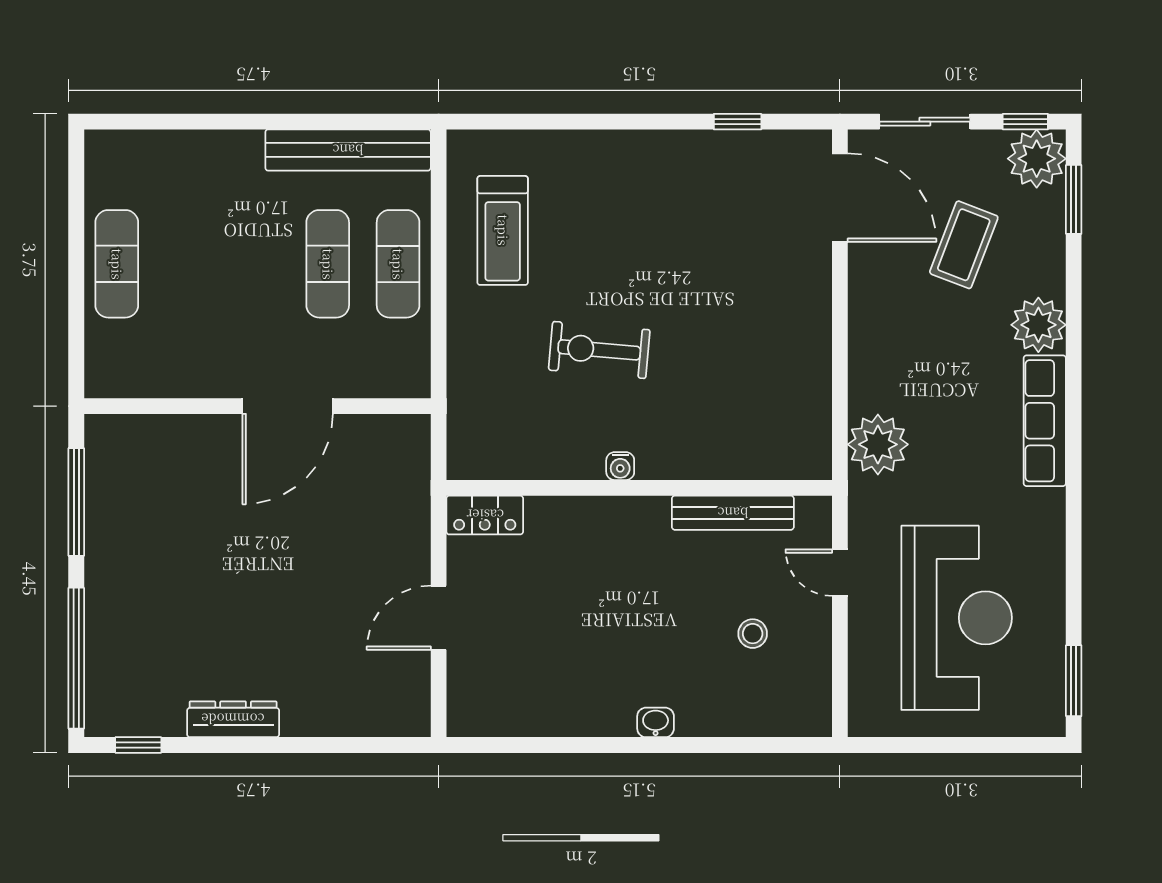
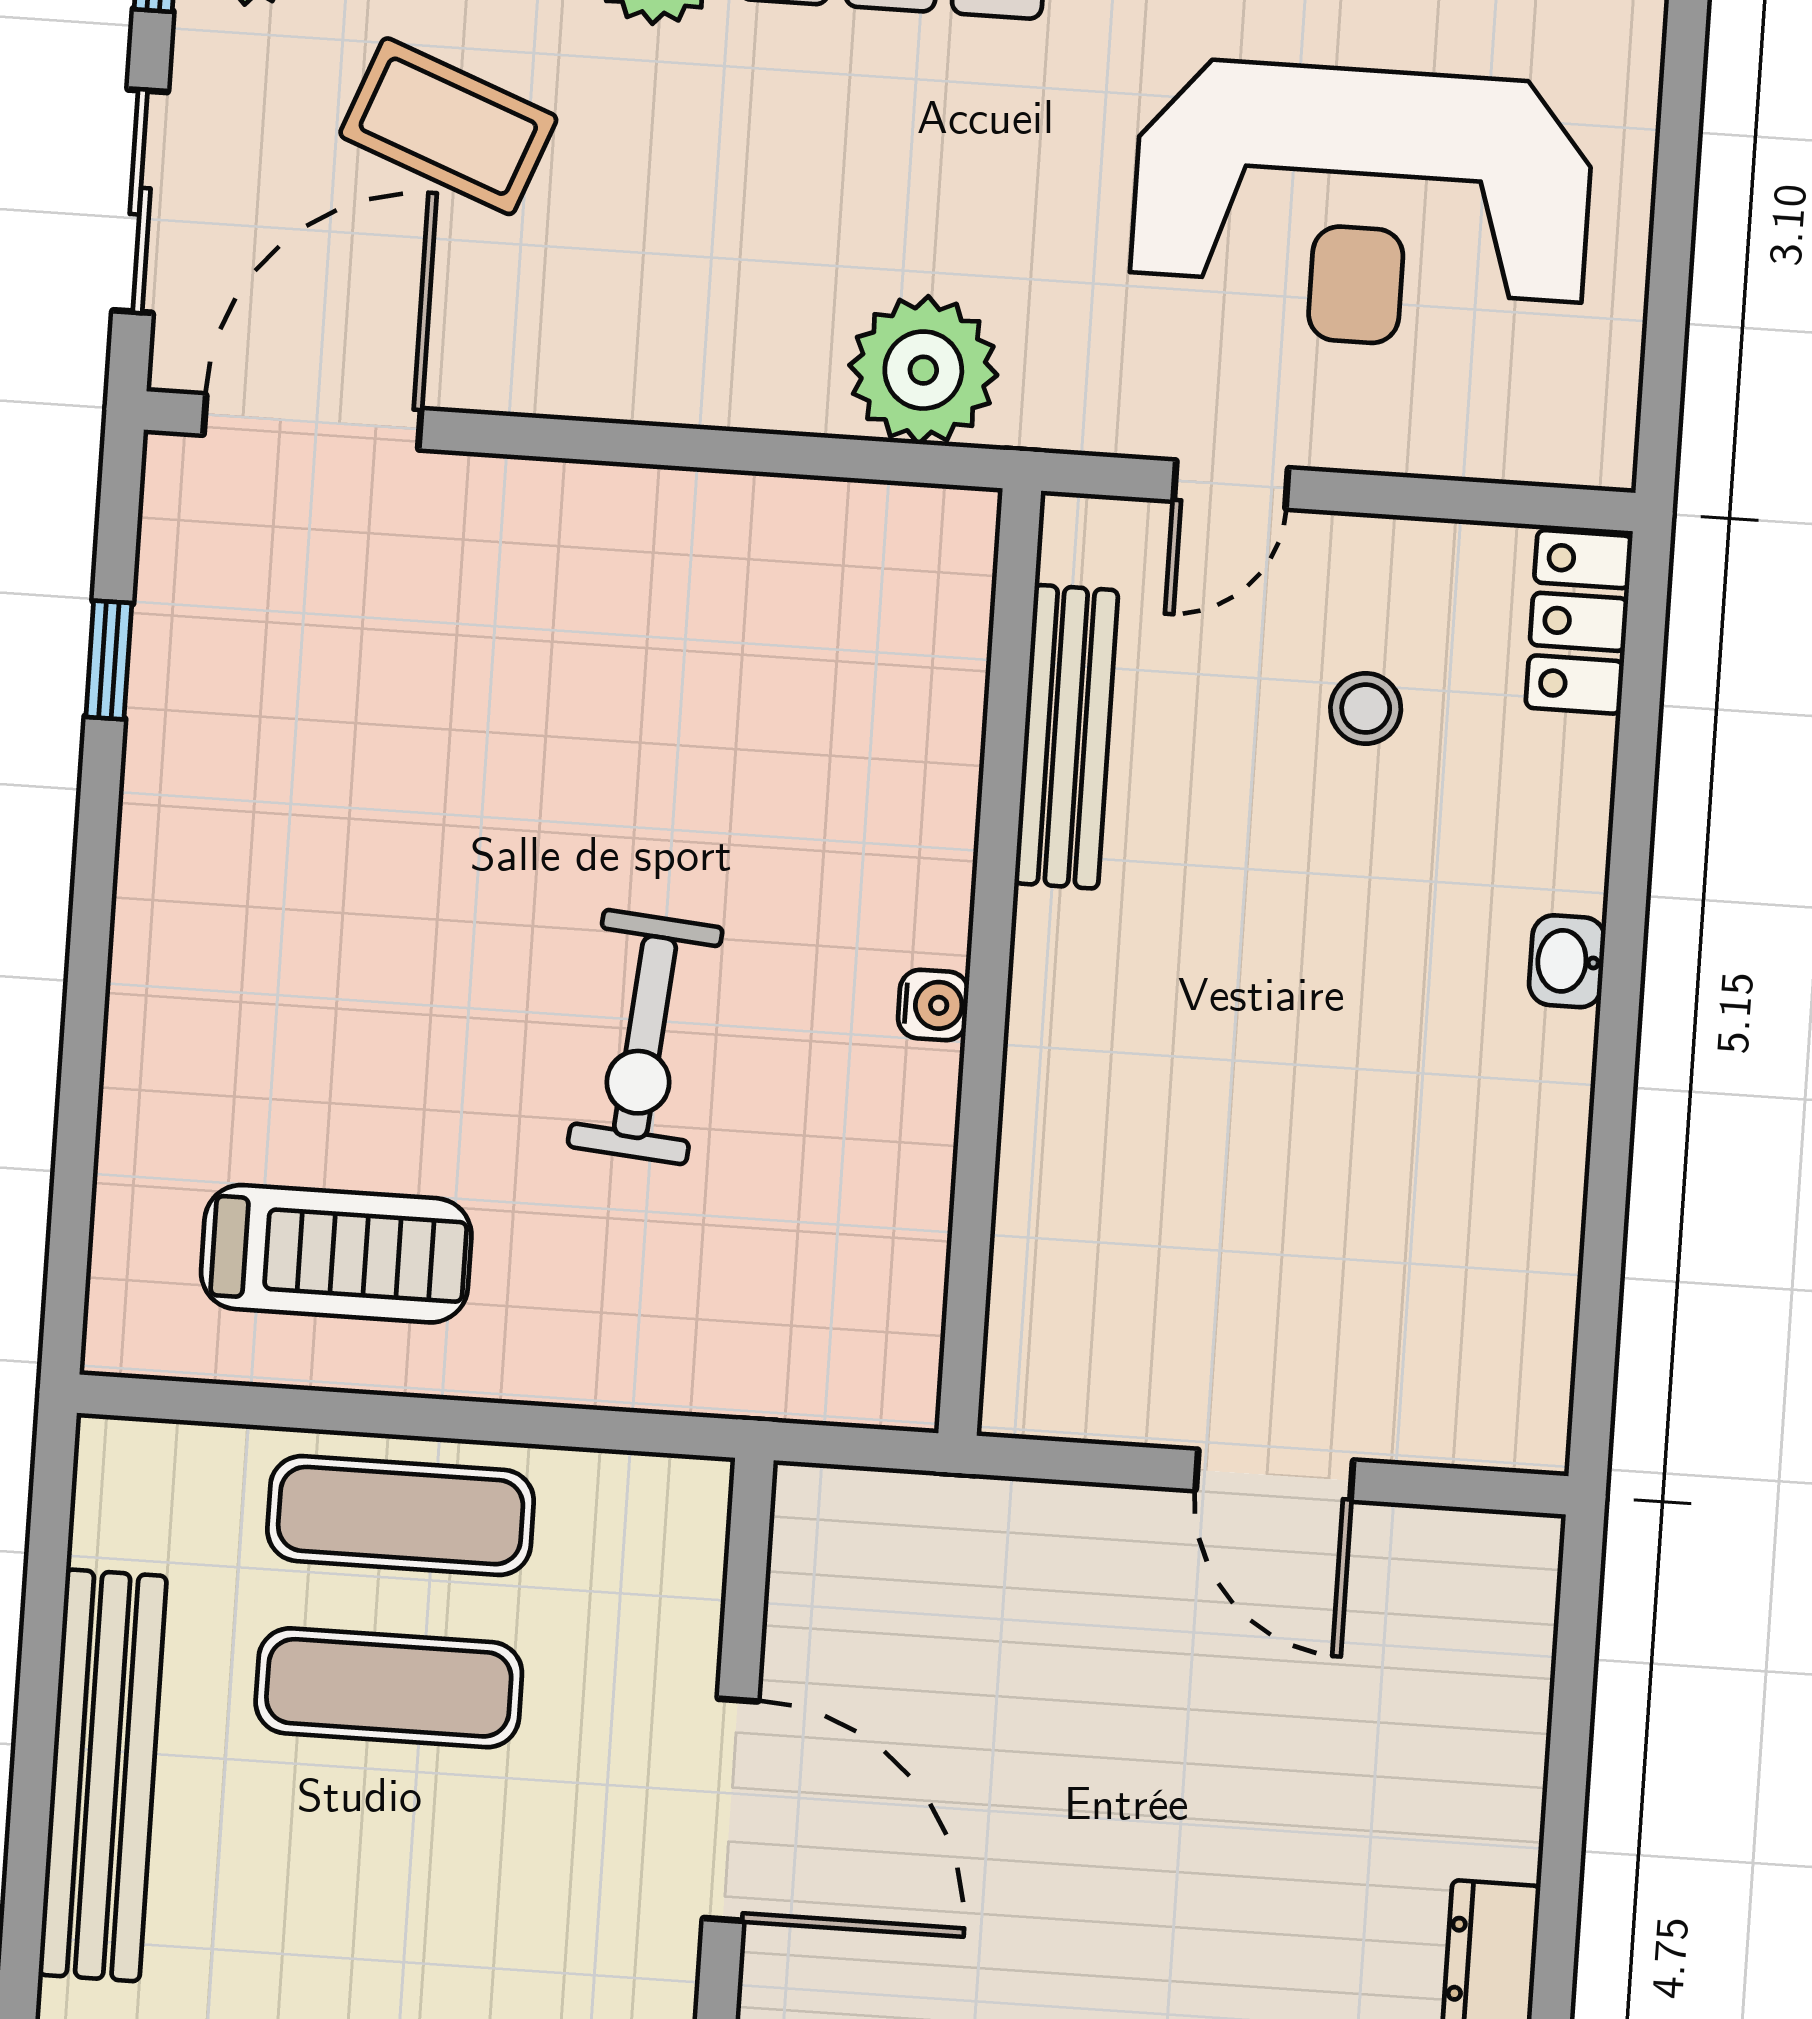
bench: (348, 150) -> (103, 1775), moved
locker: (485, 515) -> (1579, 622), moved, turned 180
reception desk: (957, 618) -> (1361, 206), turned 180

